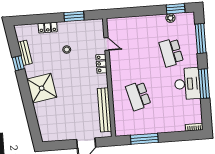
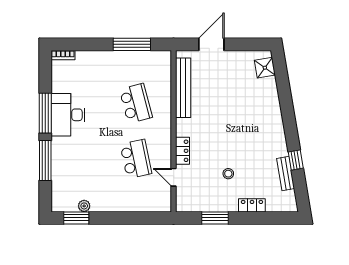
window: (201, 39) -> (45, 160), moved
school desk: (171, 52) -> (136, 159), moved
shower: (42, 88) -> (265, 68), moved, width x0.54, depth x0.54

